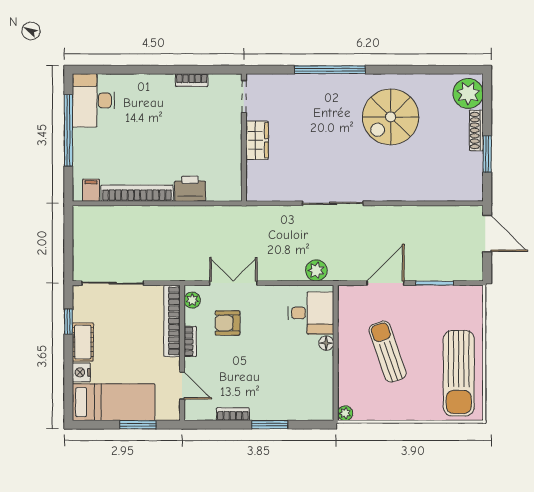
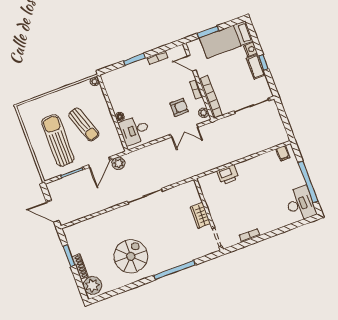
bookcase: (137, 193) -> (257, 161), removed
plant: (316, 270) -> (118, 163), moved
window: (68, 322) -> (264, 62), moved
sun lounger: (459, 373) -> (58, 140), moved

